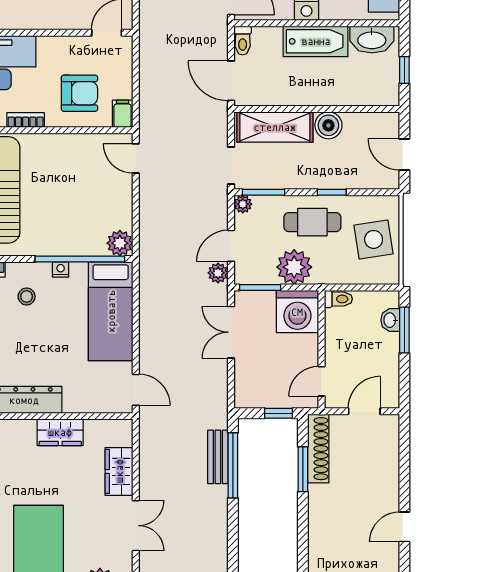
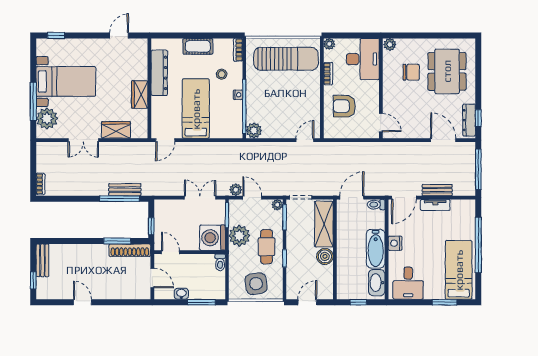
armchair: (79, 93) -> (344, 106), turned 90
filing cabinet: (123, 114) -> (332, 132), removed
bed: (111, 311) -> (196, 109), moved, turned 90
washbasin: (390, 320) -> (181, 294), moved

